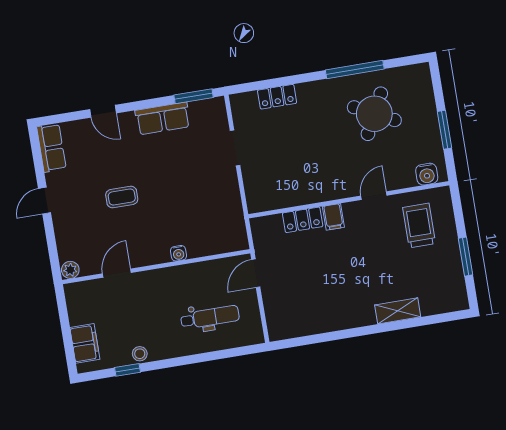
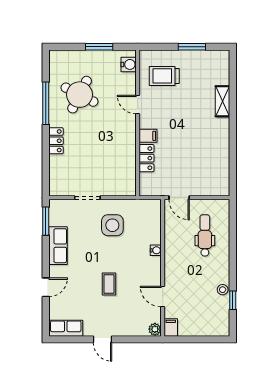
locker: (277, 97) -> (56, 141), moved
side table: (203, 188) -> (112, 225), added
filing cabinet: (85, 343) -> (171, 327), moved, width x0.50

